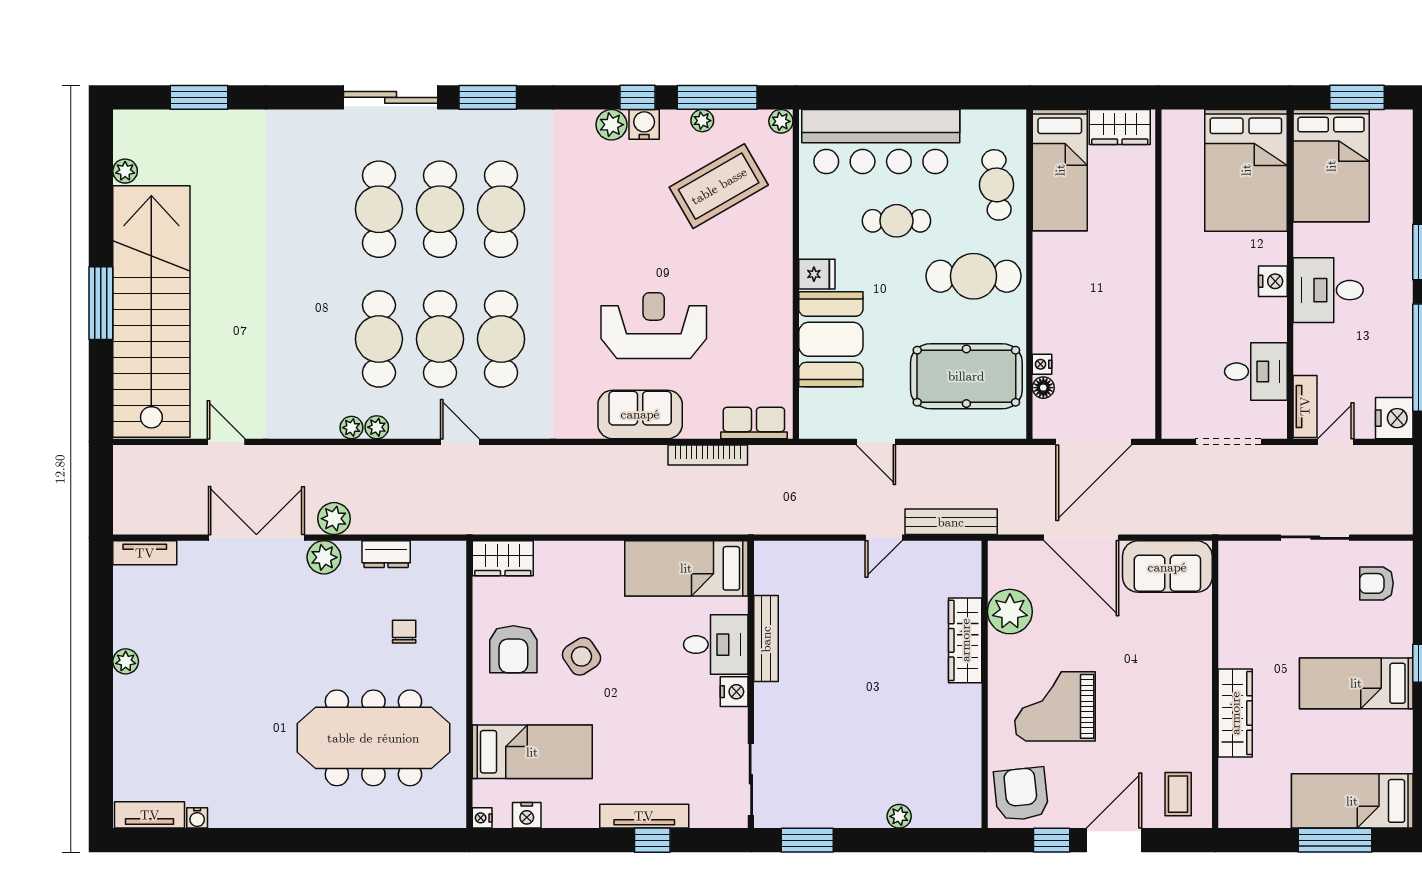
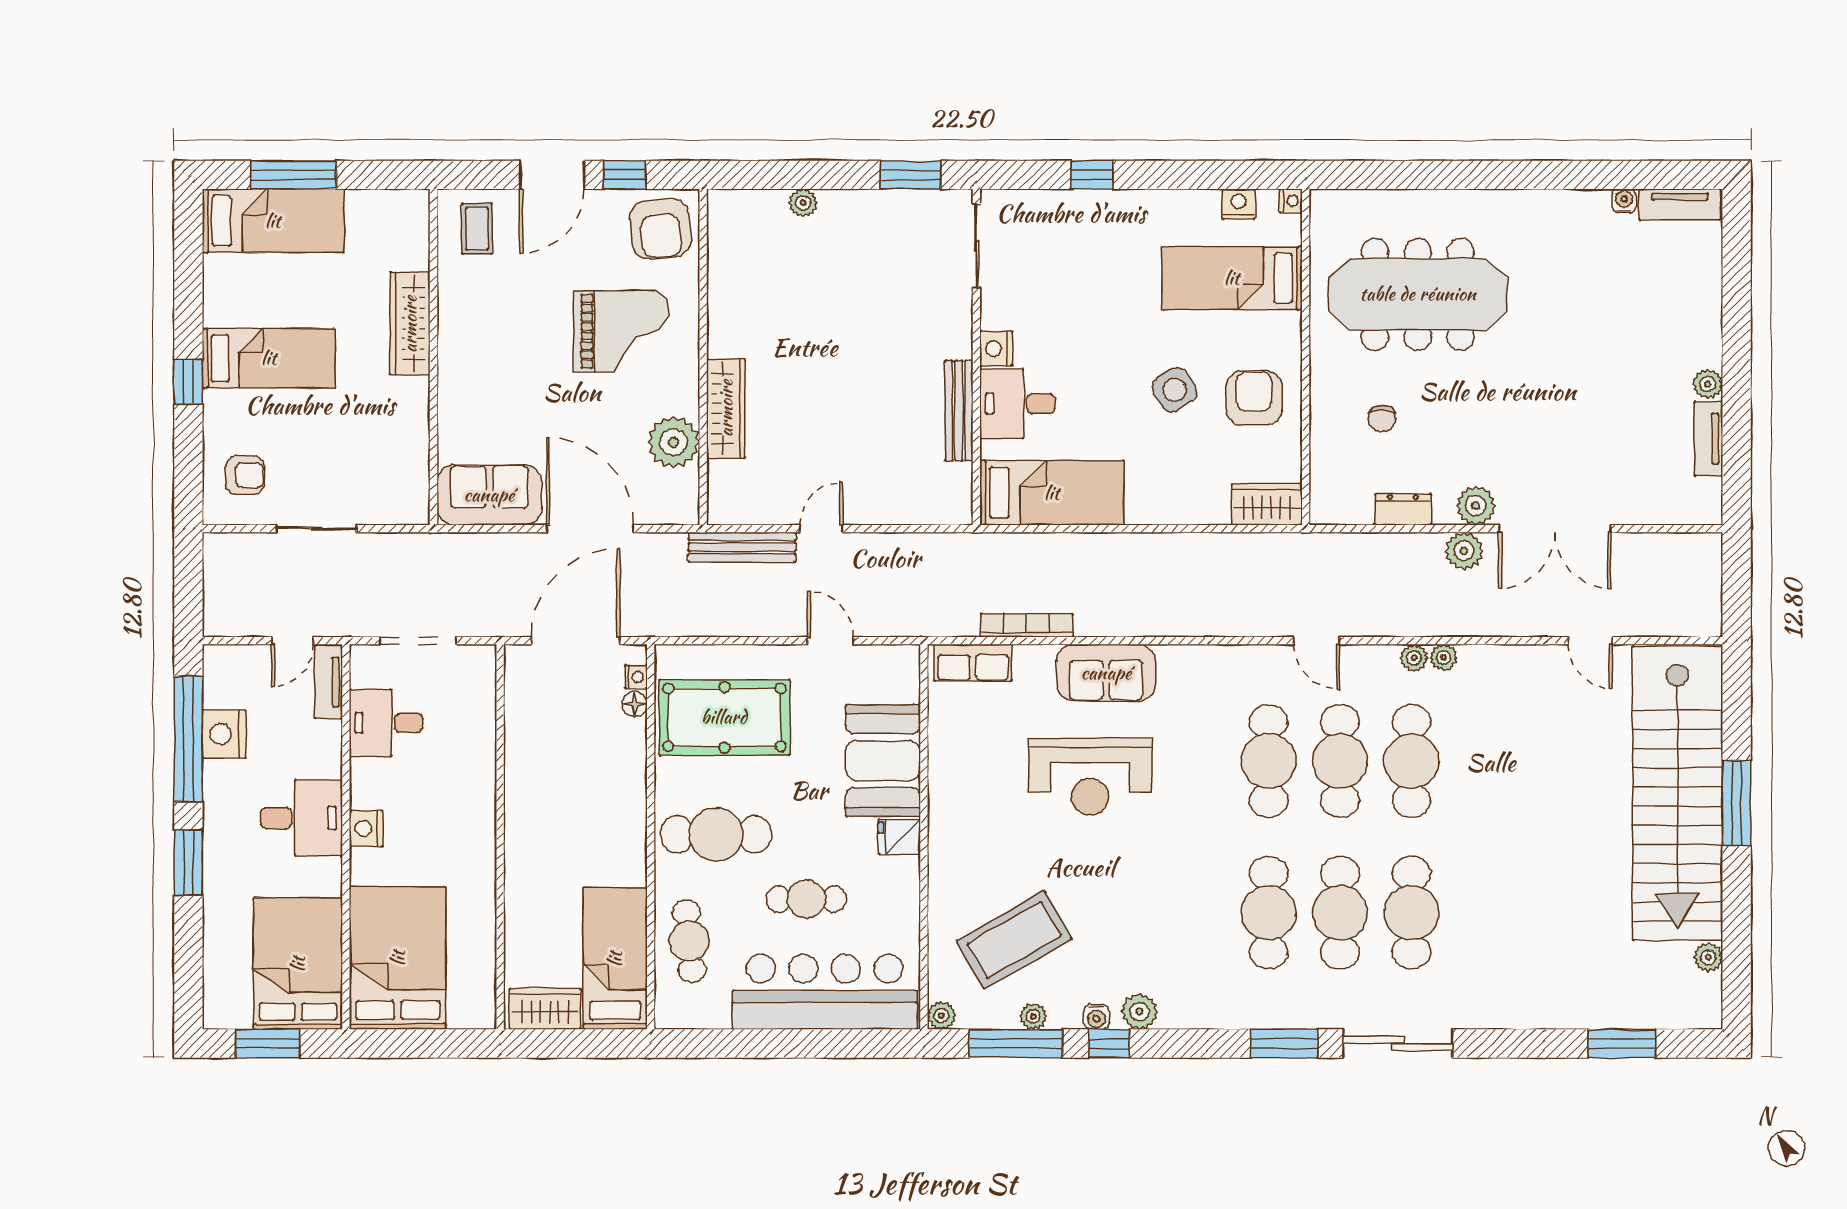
water cooler: (644, 124) -> (1096, 1017), width x0.72, depth x0.72
nightstand: (1042, 364) -> (636, 677), moved
nightstand: (1394, 418) -> (224, 734), moved
tv unit: (145, 553) -> (1708, 439), moved, turned -90
tv unit: (644, 816) -> (1101, 203), removed

